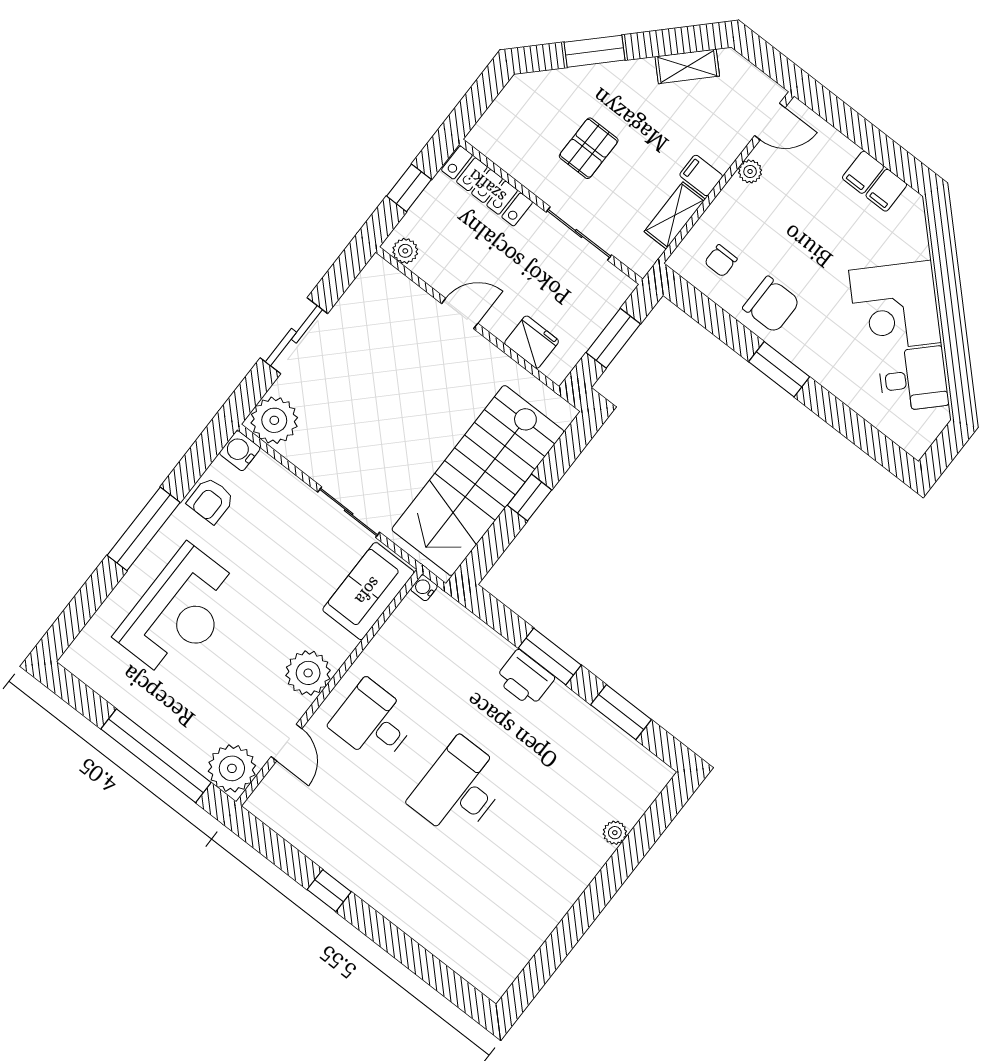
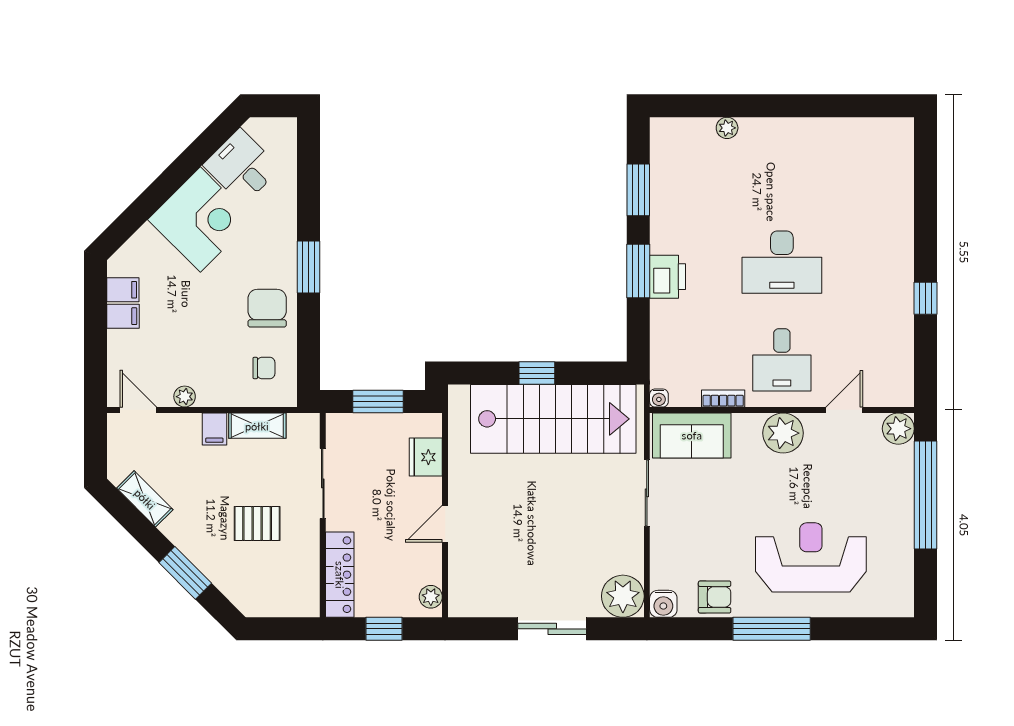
door: (460, 313) -> (445, 524), hinge flipped
bookcase: (379, 644) -> (723, 399), added
plant: (232, 768) -> (898, 429), width x0.73, depth x0.73

